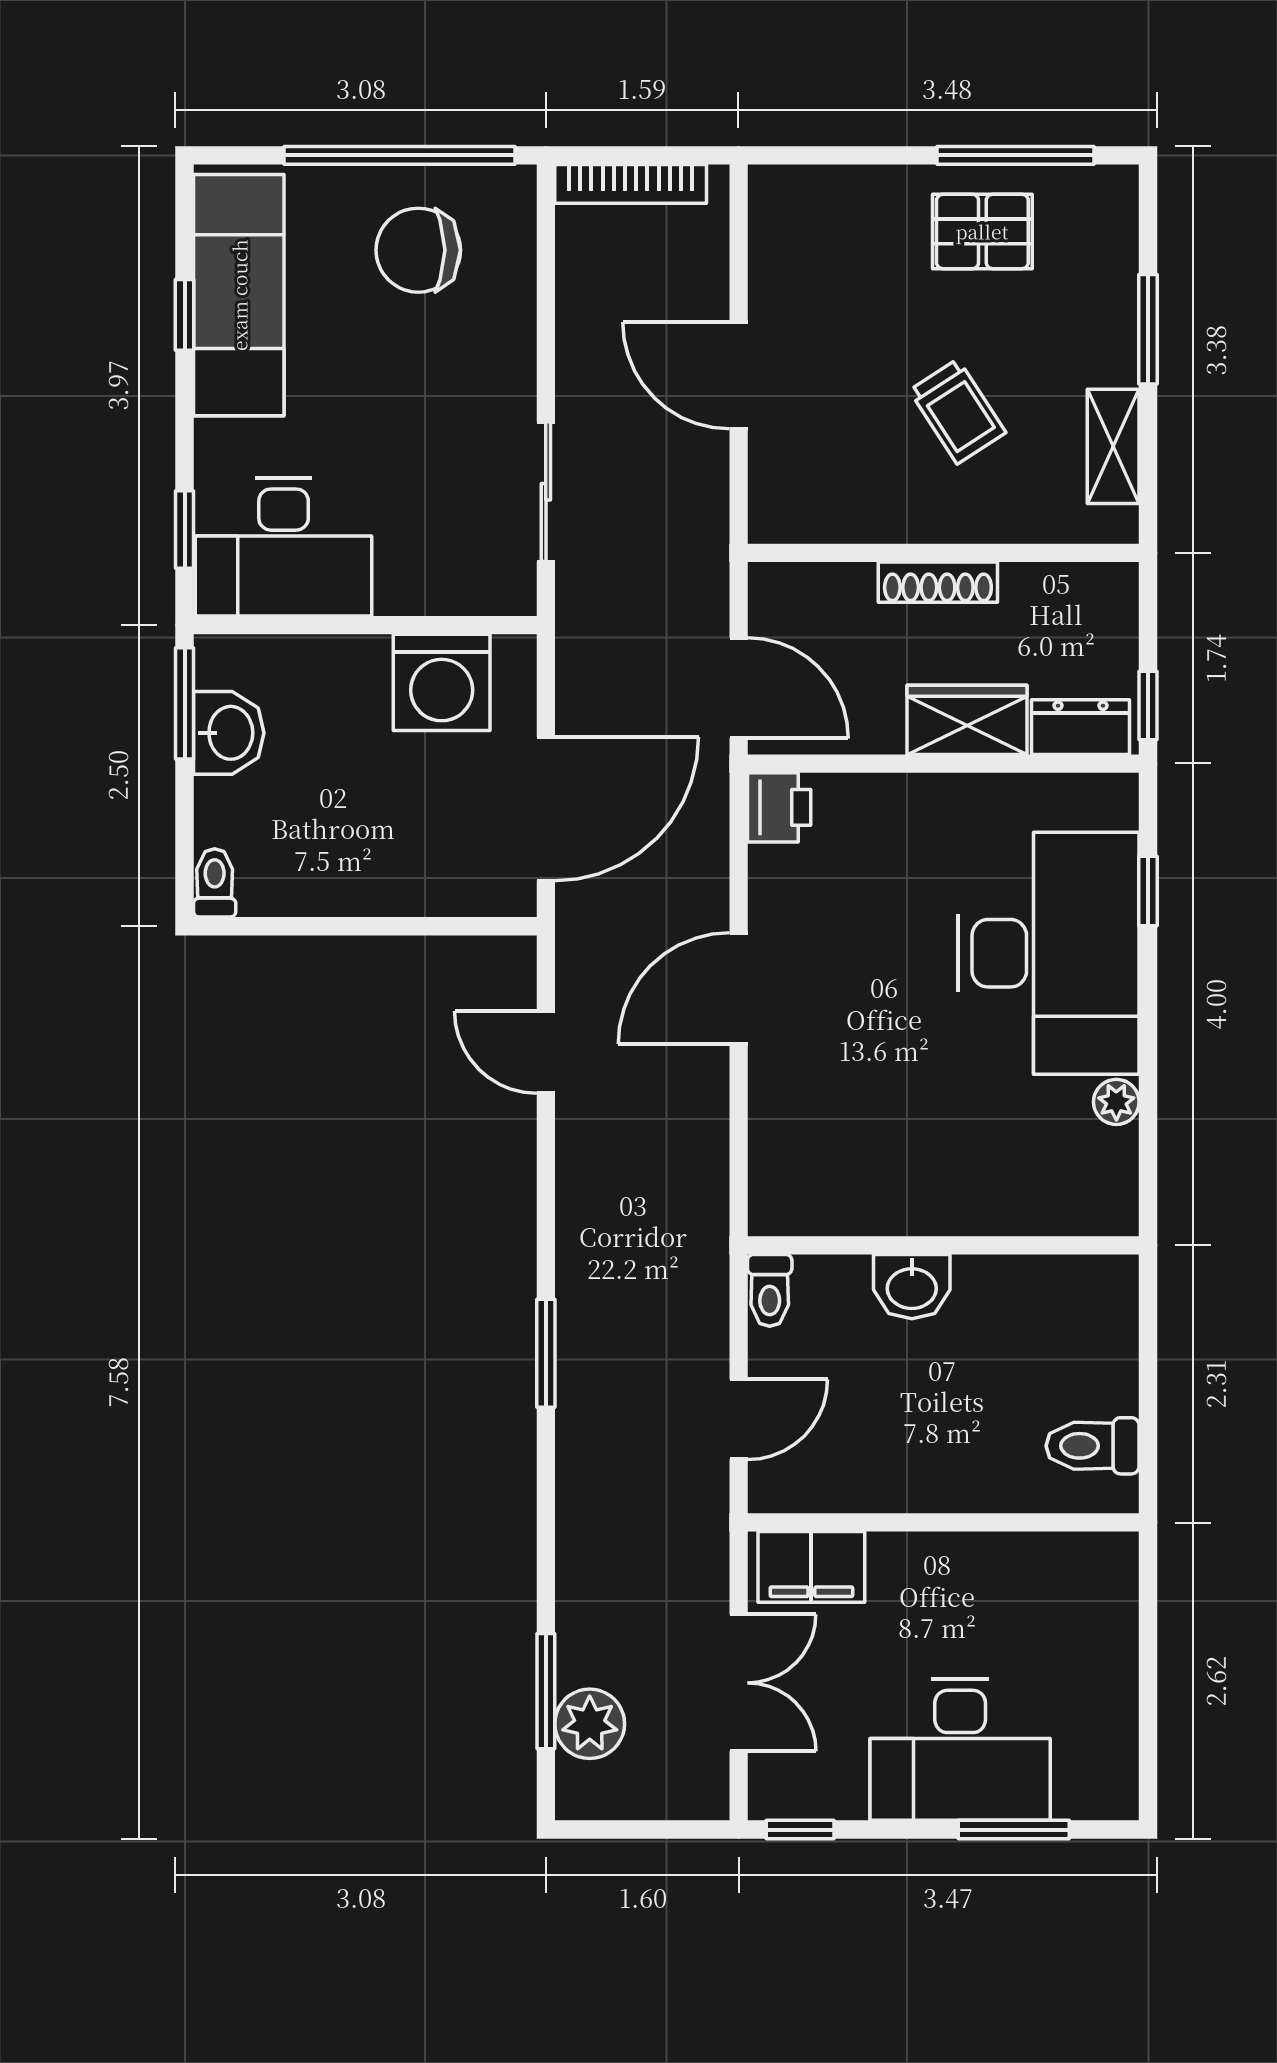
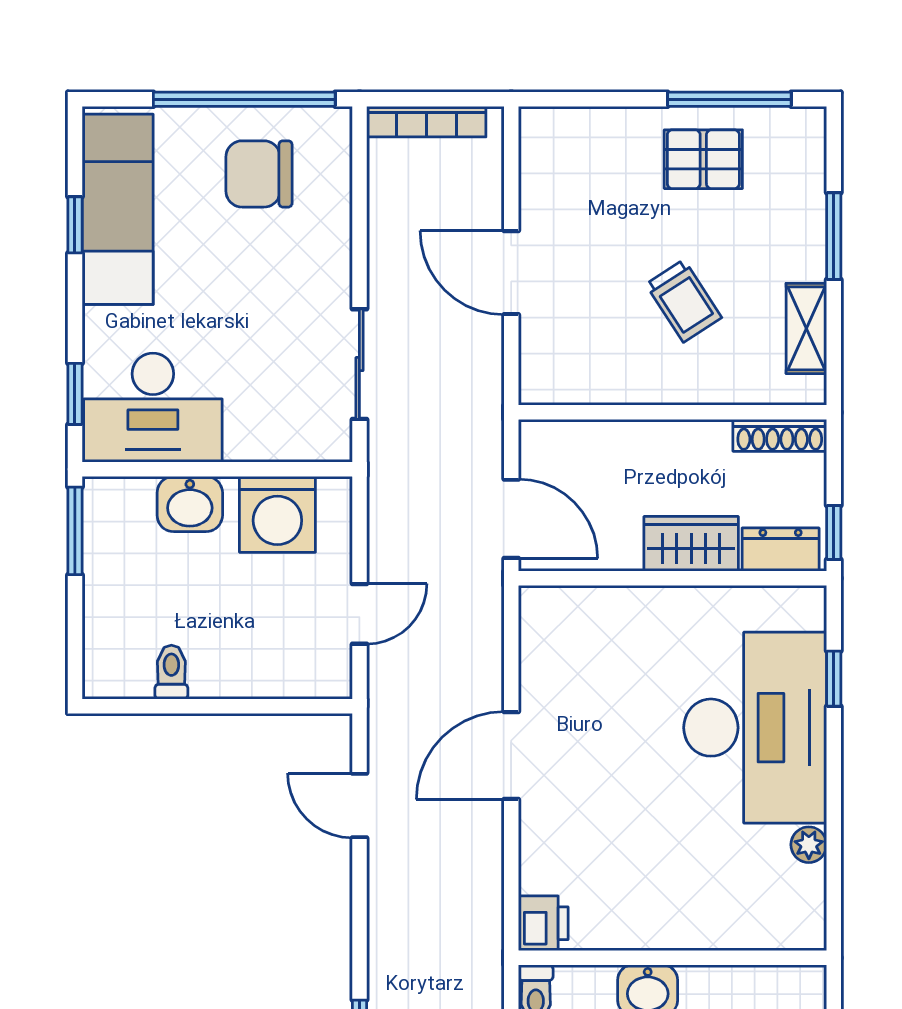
shoe rack: (938, 582) -> (780, 435), moved
washbasin: (229, 733) -> (190, 504), moved, turned 90
printer: (779, 807) -> (543, 923), moved
door: (546, 809) -> (359, 614), width x0.53
toilet: (215, 883) -> (171, 672), moved

